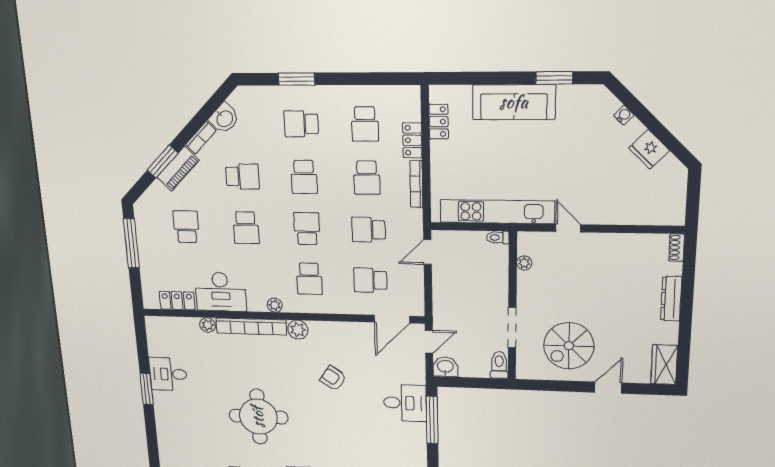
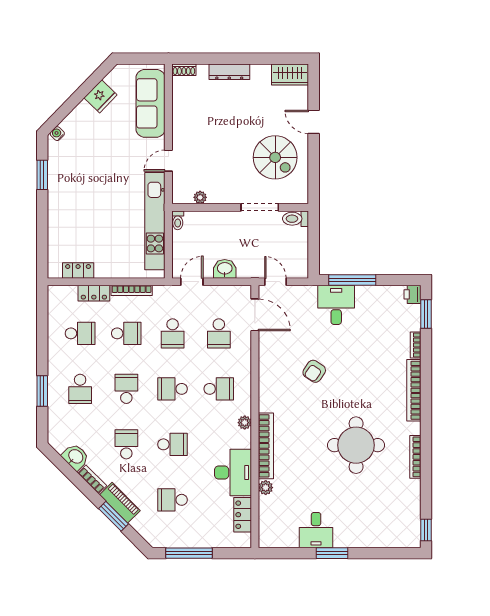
sofa: (514, 102) -> (151, 103), moved, turned 180
water cooler: (624, 115) -> (57, 134), moved
school desk: (304, 177) -> (126, 389), turned -90
door: (427, 252) -> (192, 282), swing flipped
plant: (298, 330) -> (268, 402), removed
washbasin: (445, 367) -> (225, 269), moved, turned 90

